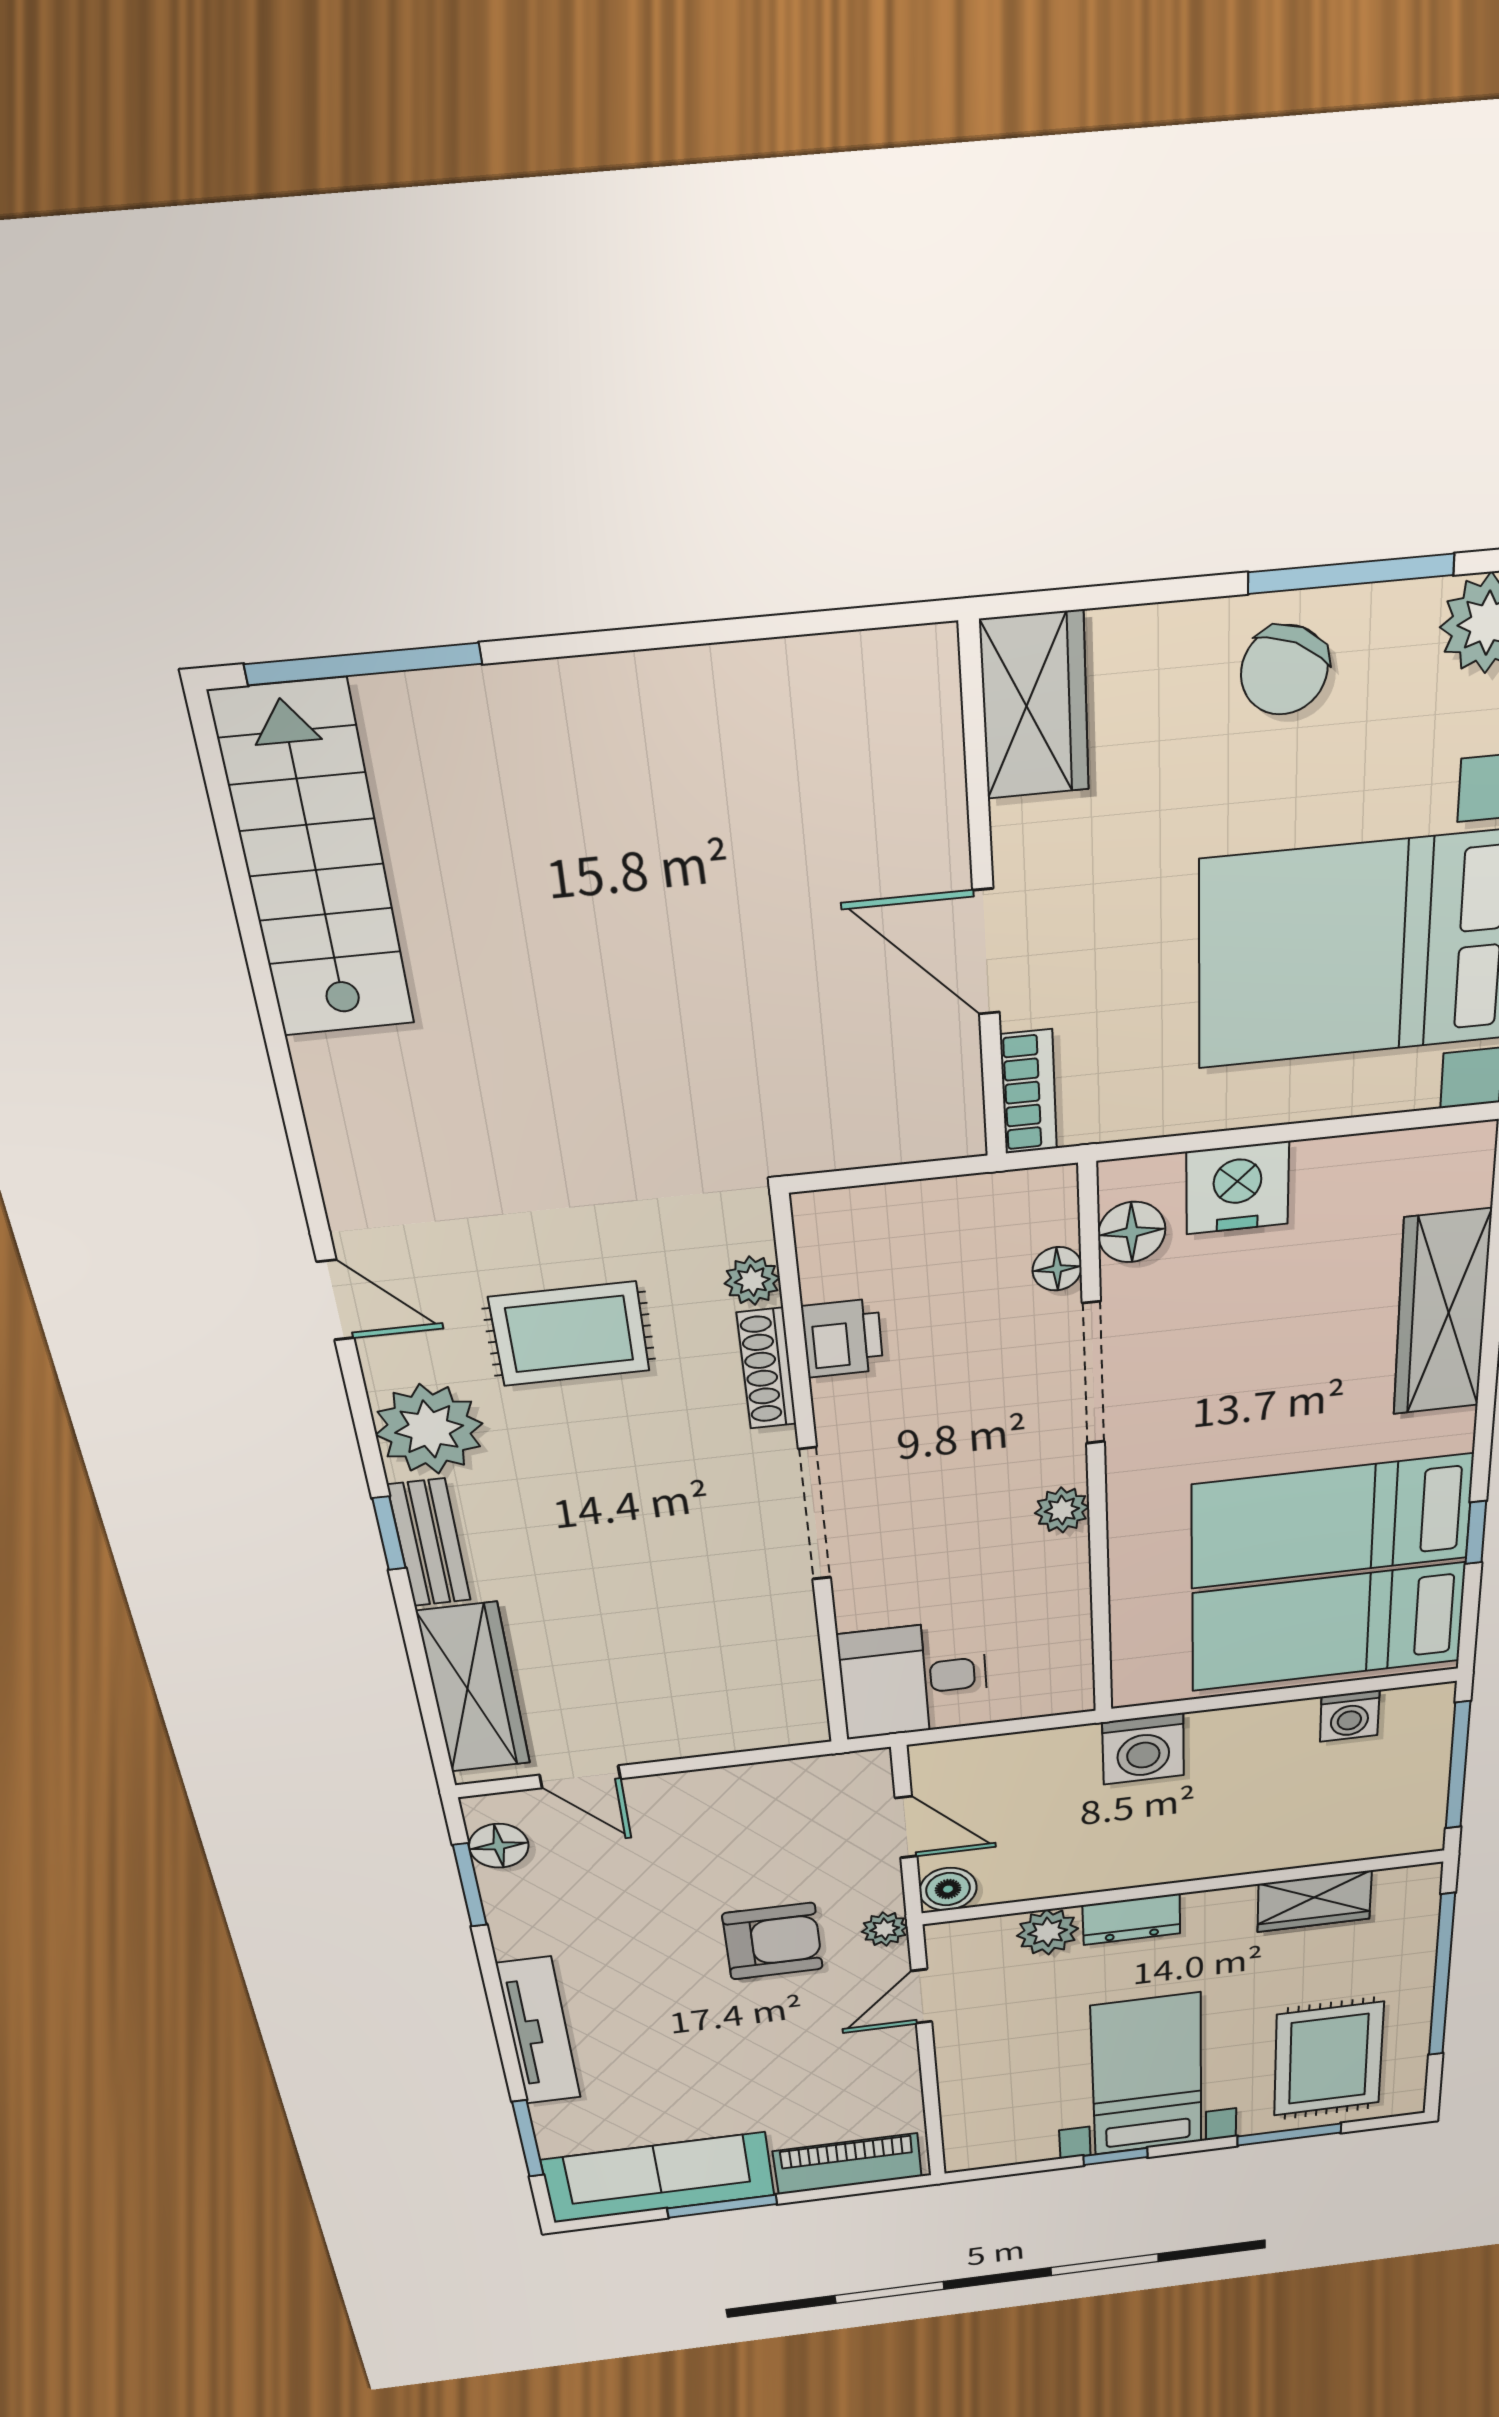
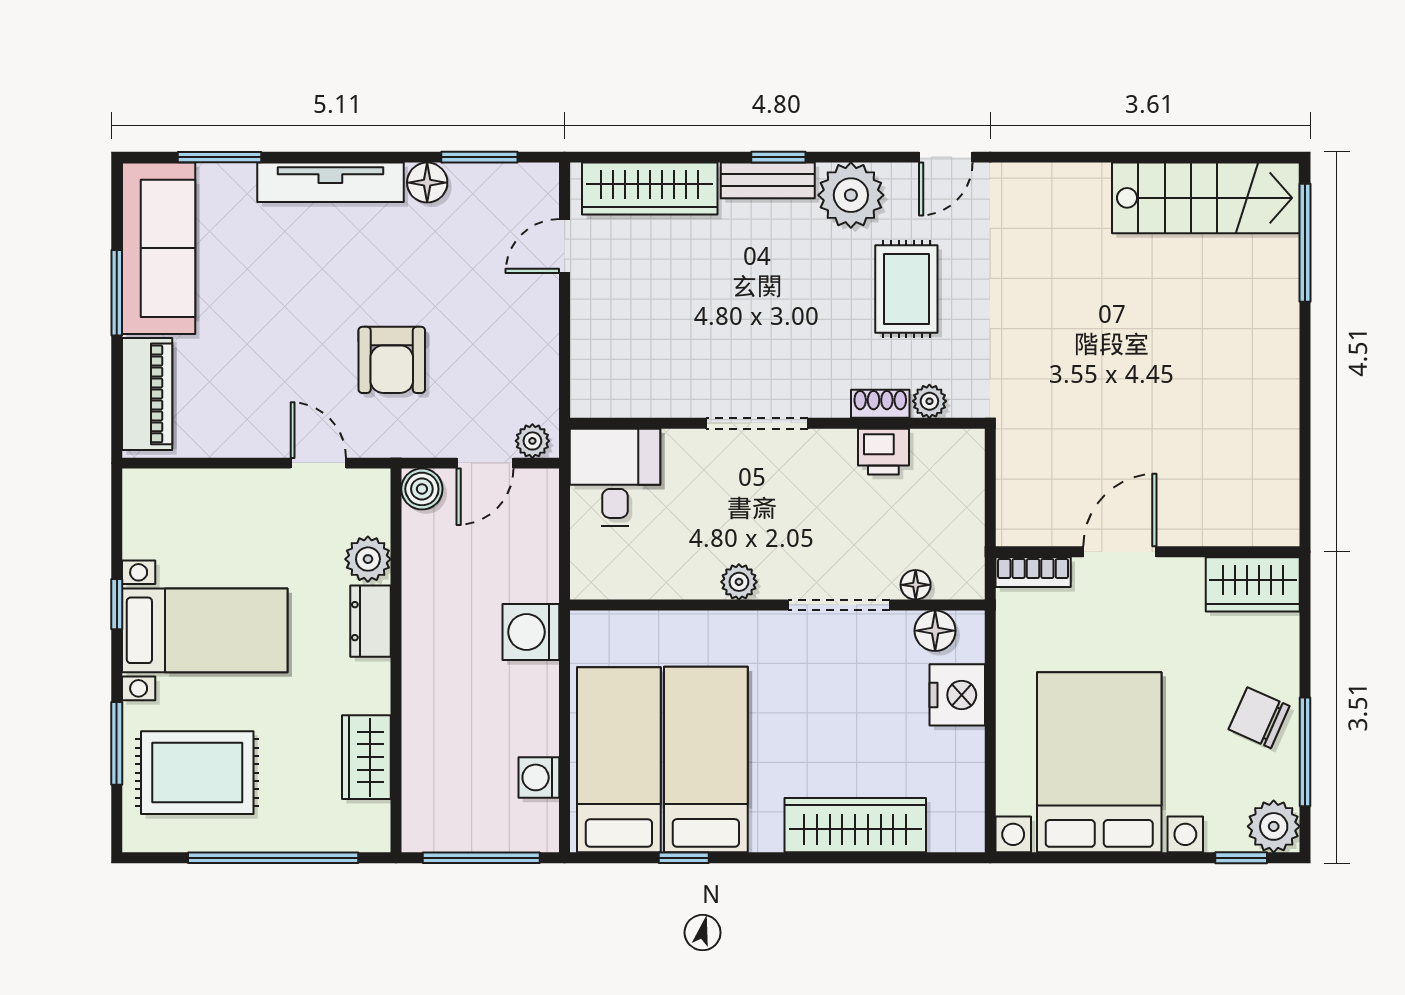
shoe rack: (767, 1369) -> (880, 404), width x0.70
floor lamp: (499, 1846) -> (427, 183), moved
plant: (885, 1929) -> (532, 441), moved

